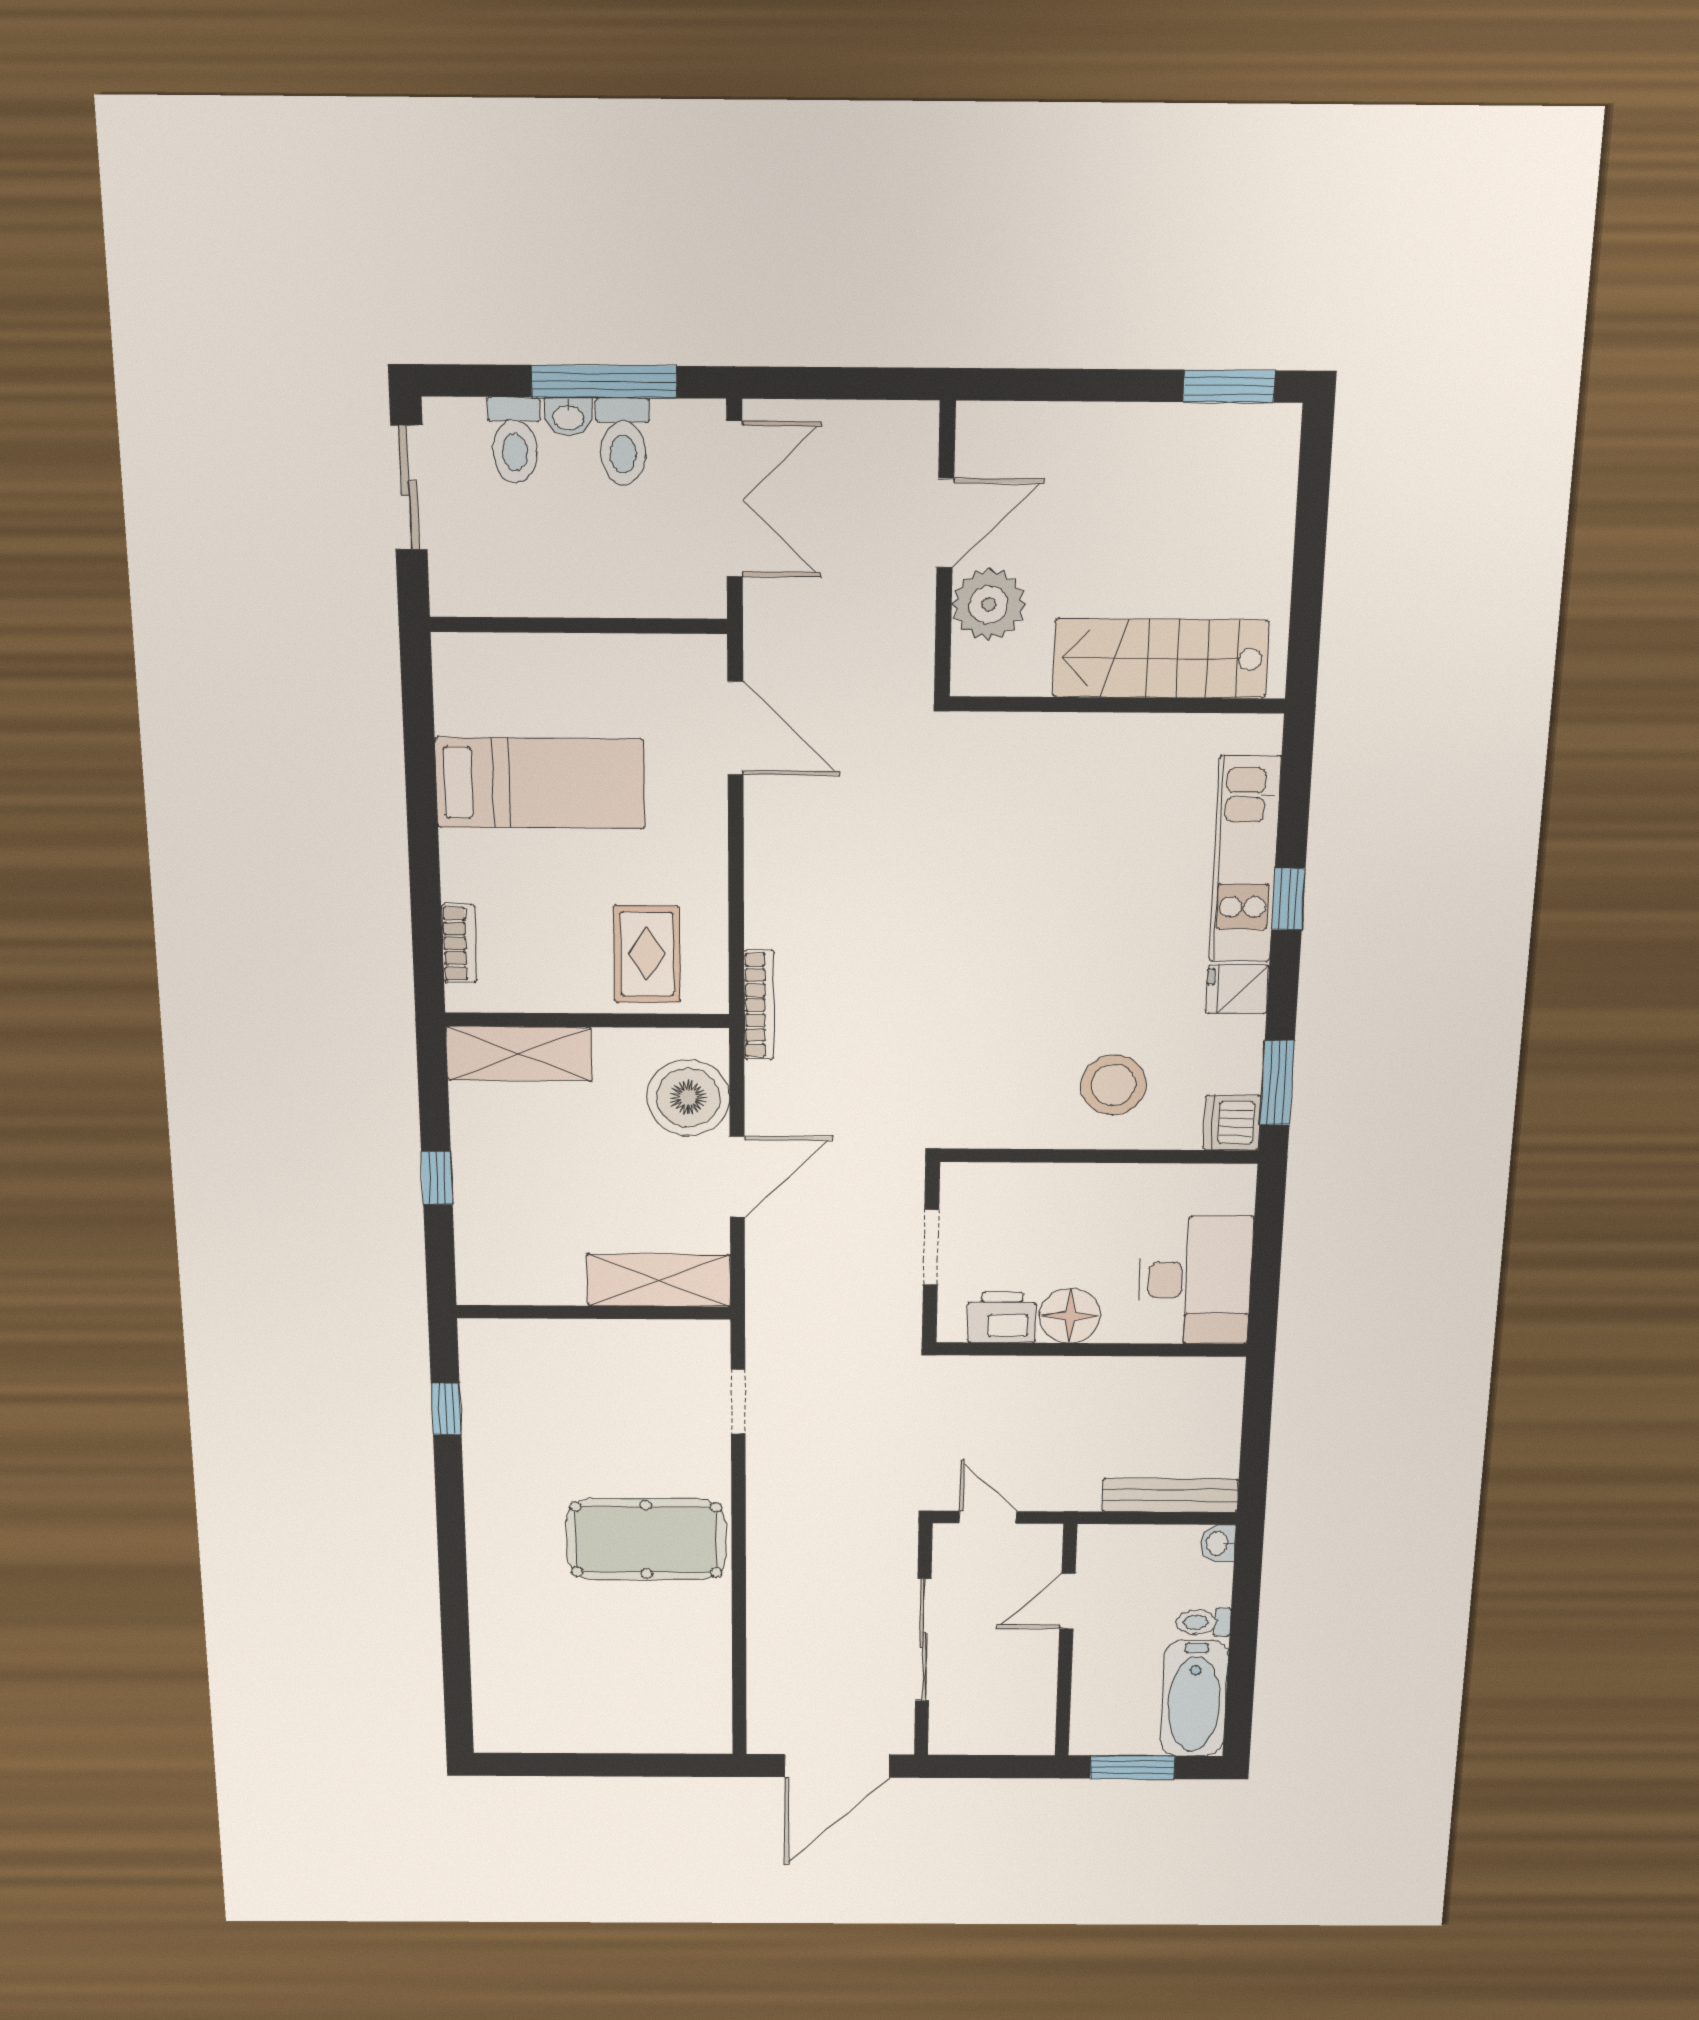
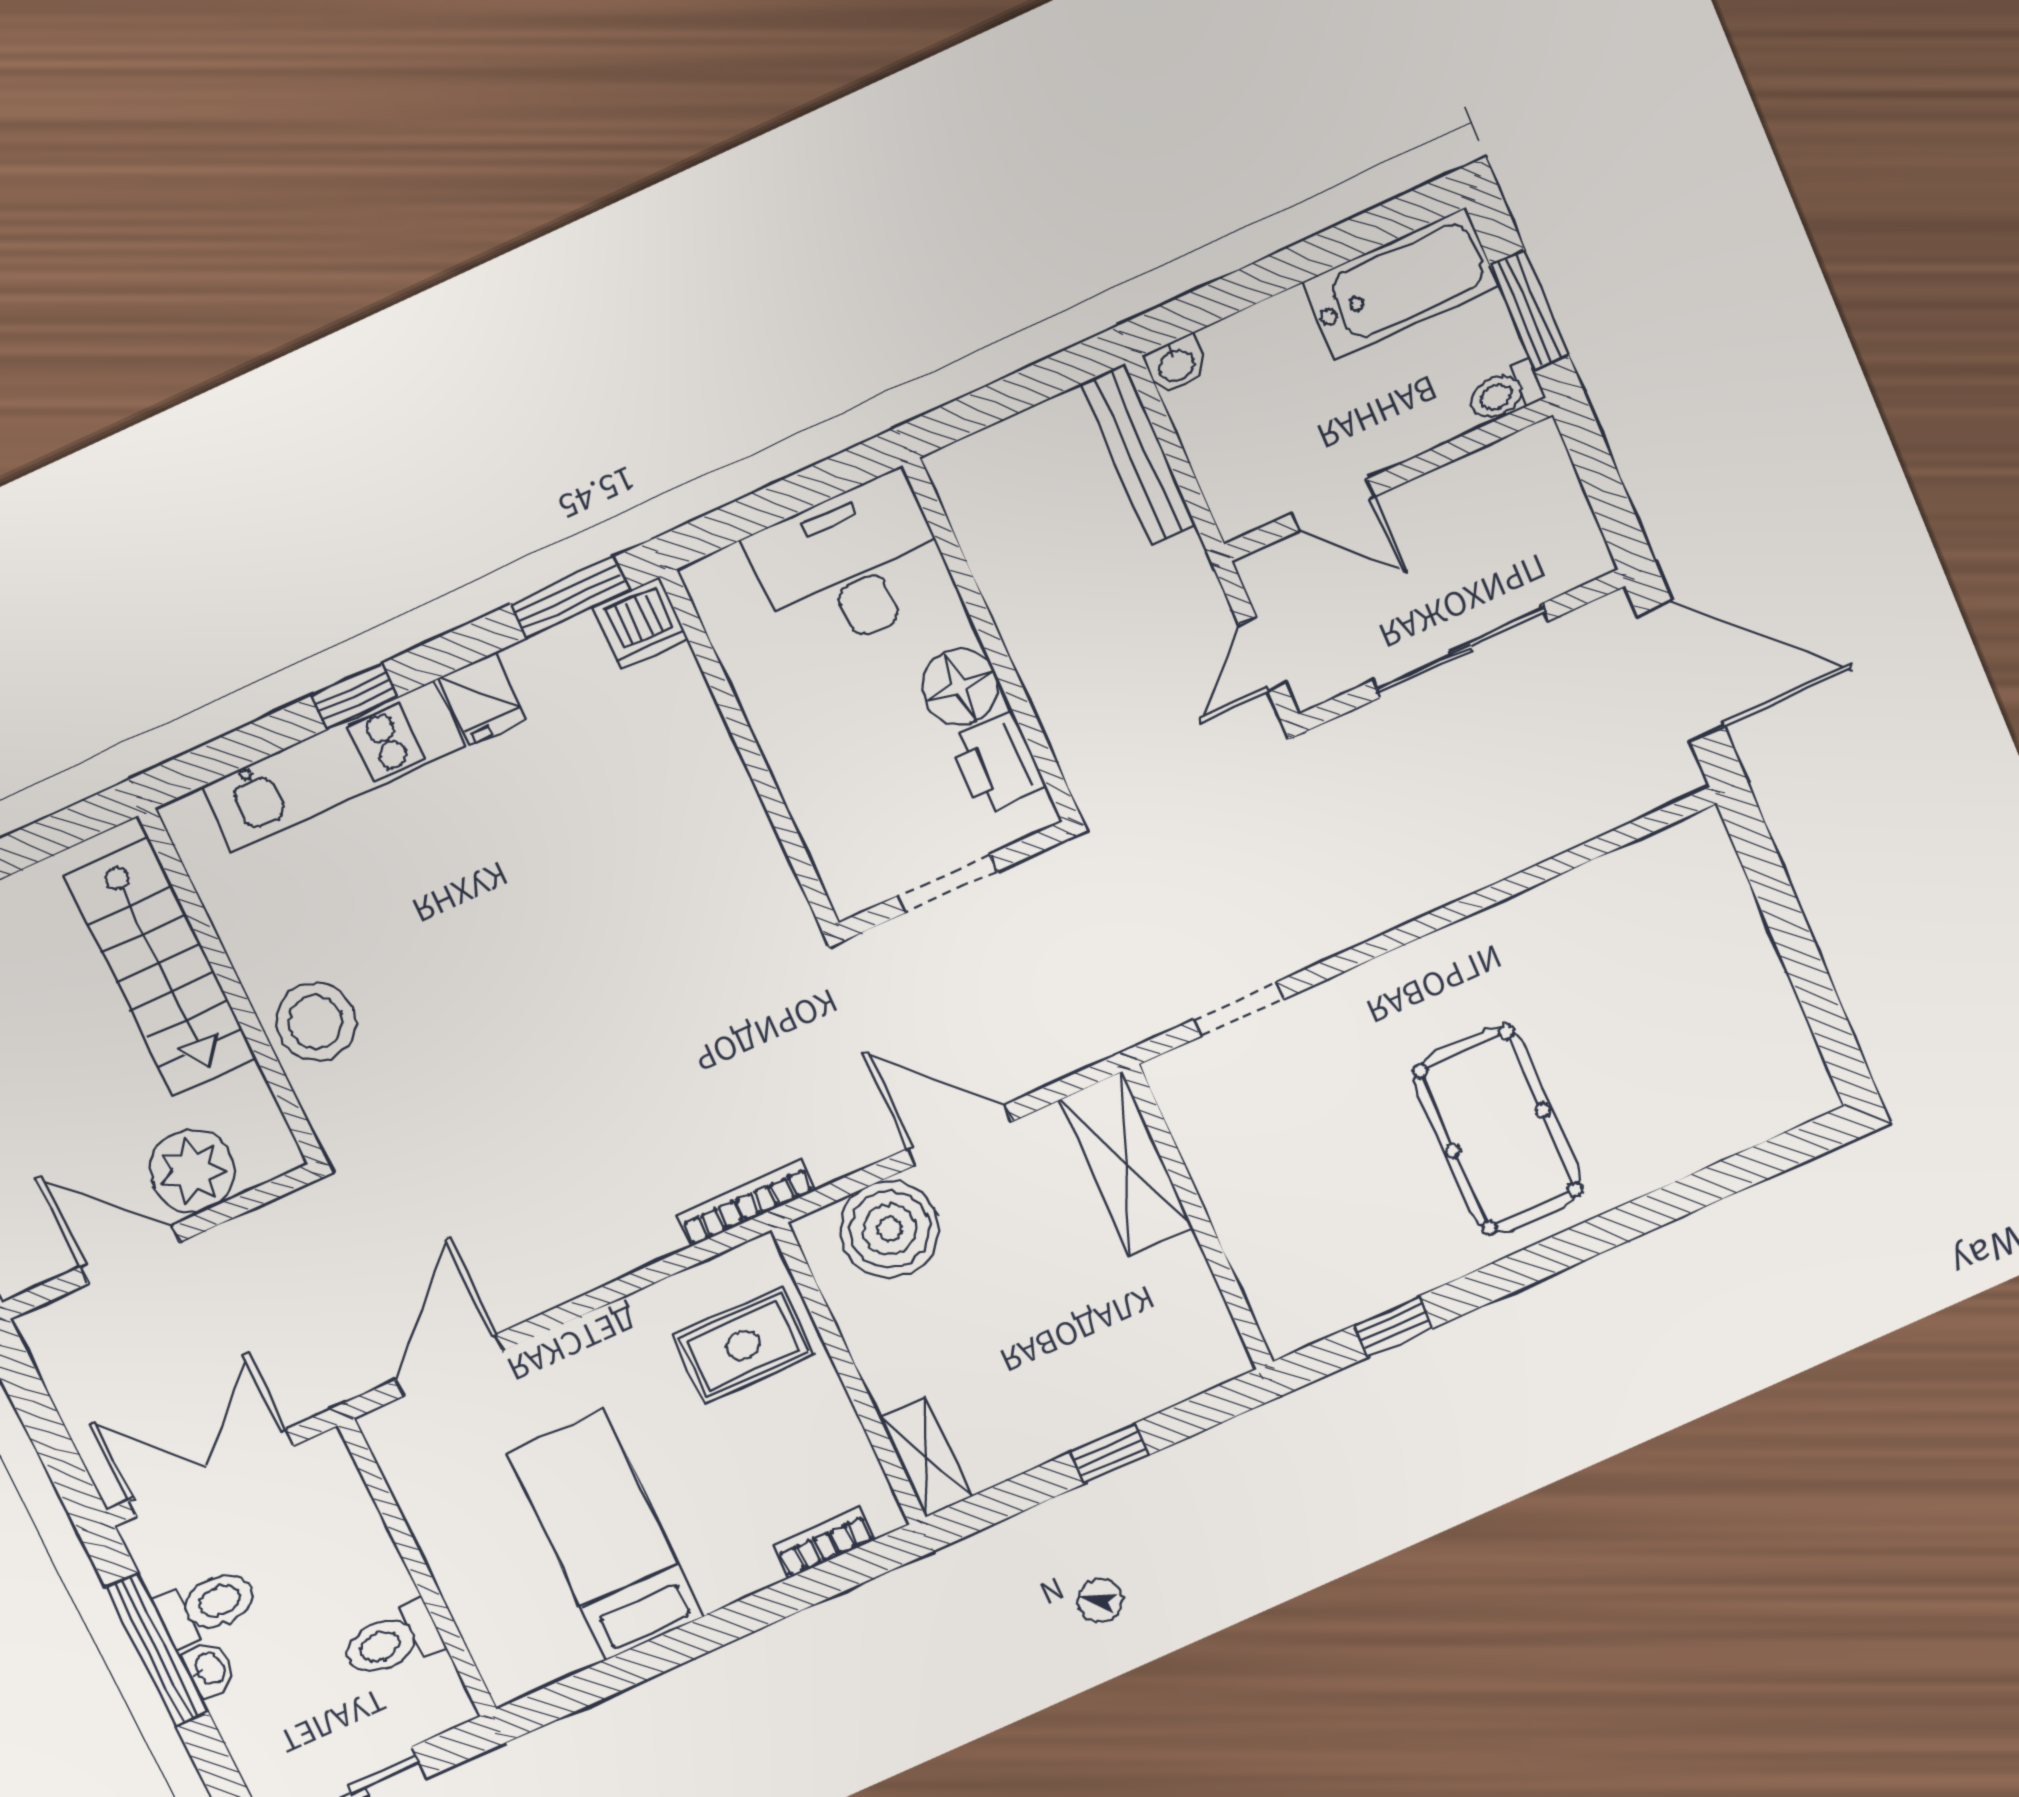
toilet: (515, 440) -> (392, 1641), moved, turned 180
shelving: (519, 1054) -> (926, 1457), width x0.67, depth x0.75
stool: (1113, 1085) -> (316, 1022), moved
pool table: (646, 1540) -> (1498, 1130), moved
toilet: (1203, 1622) -> (1505, 393), moved, turned 90

